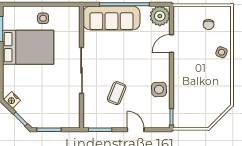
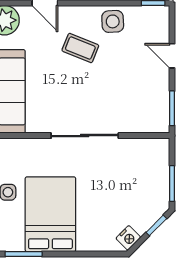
coffee table: (117, 93) -> (80, 48), moved
door: (136, 130) -> (172, 56), hinge flipped

